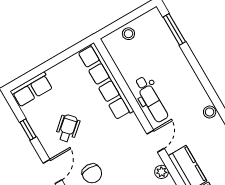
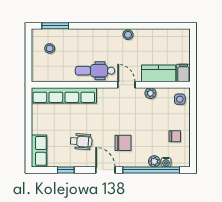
stool: (128, 34) -> (50, 48), moved
dental chair: (151, 99) -> (95, 71), turned 180
wheelchair: (68, 128) -> (81, 141), turned 135

